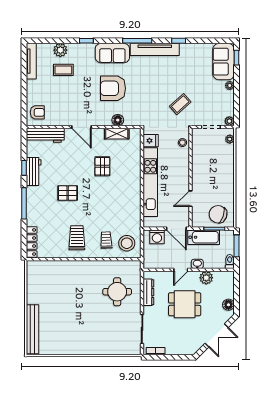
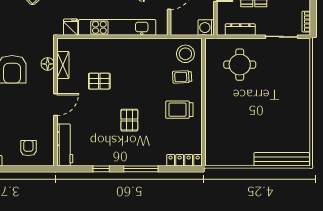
armchair: (37, 112) -> (28, 148), moved
workbench: (34, 171) -> (105, 158), removed
washing machine: (157, 237) -> (206, 28), moved, turned 180

